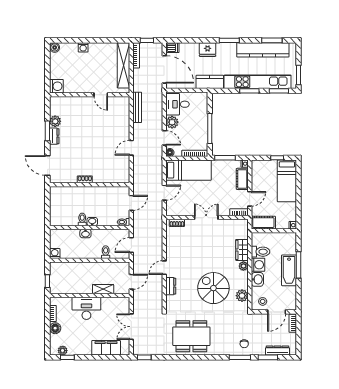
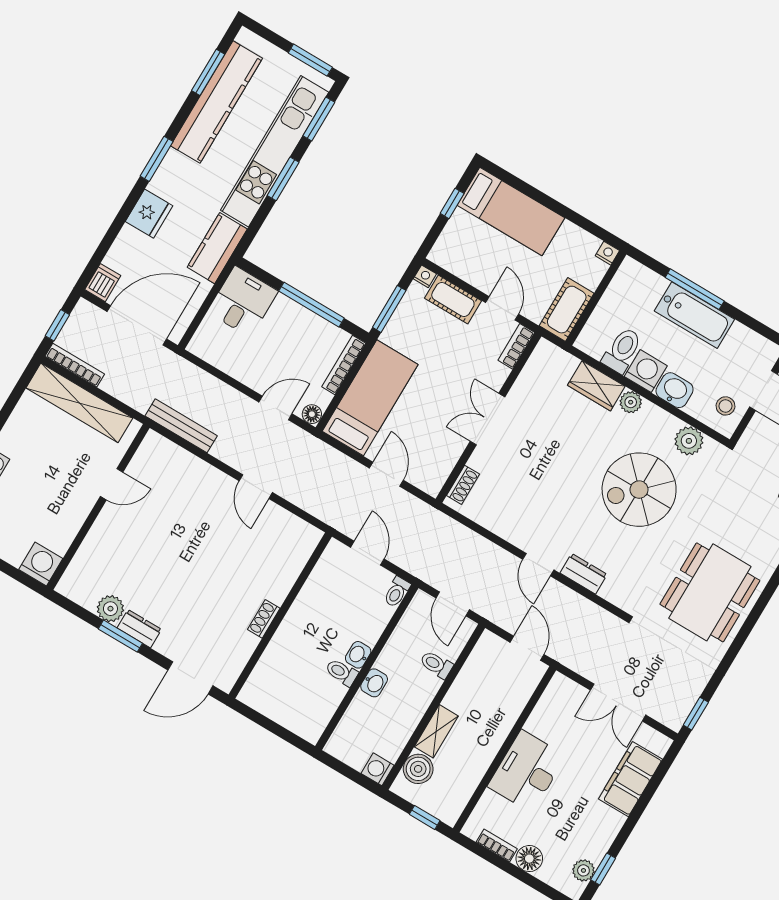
desk: (178, 104) -> (243, 302), moved, turned 180
plant: (172, 122) -> (253, 373), removed
boiler: (64, 268) -> (418, 769), added
shelving: (103, 289) -> (436, 731), moved

